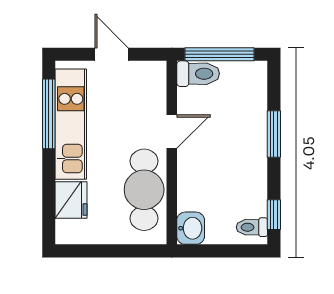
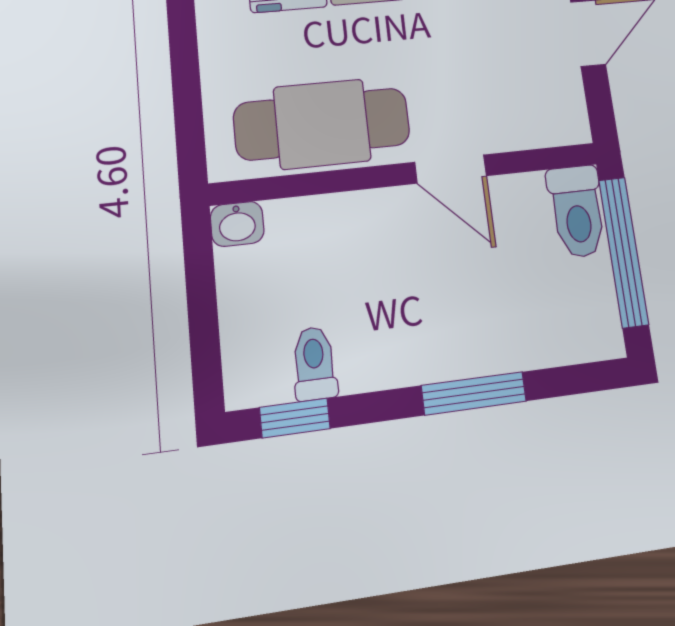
toilet: (252, 227) -> (314, 363), moved
washbasin: (191, 228) -> (237, 224), width x0.72, depth x0.69

